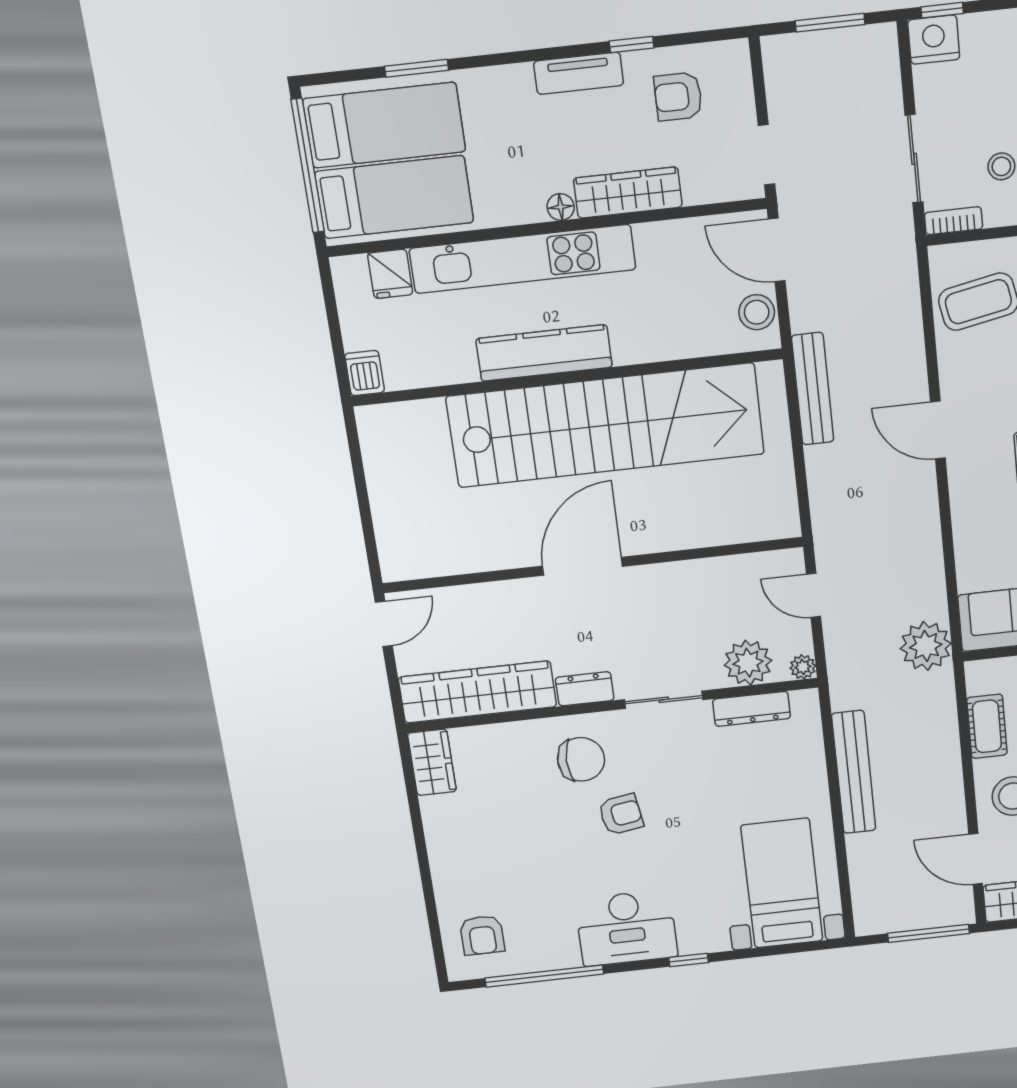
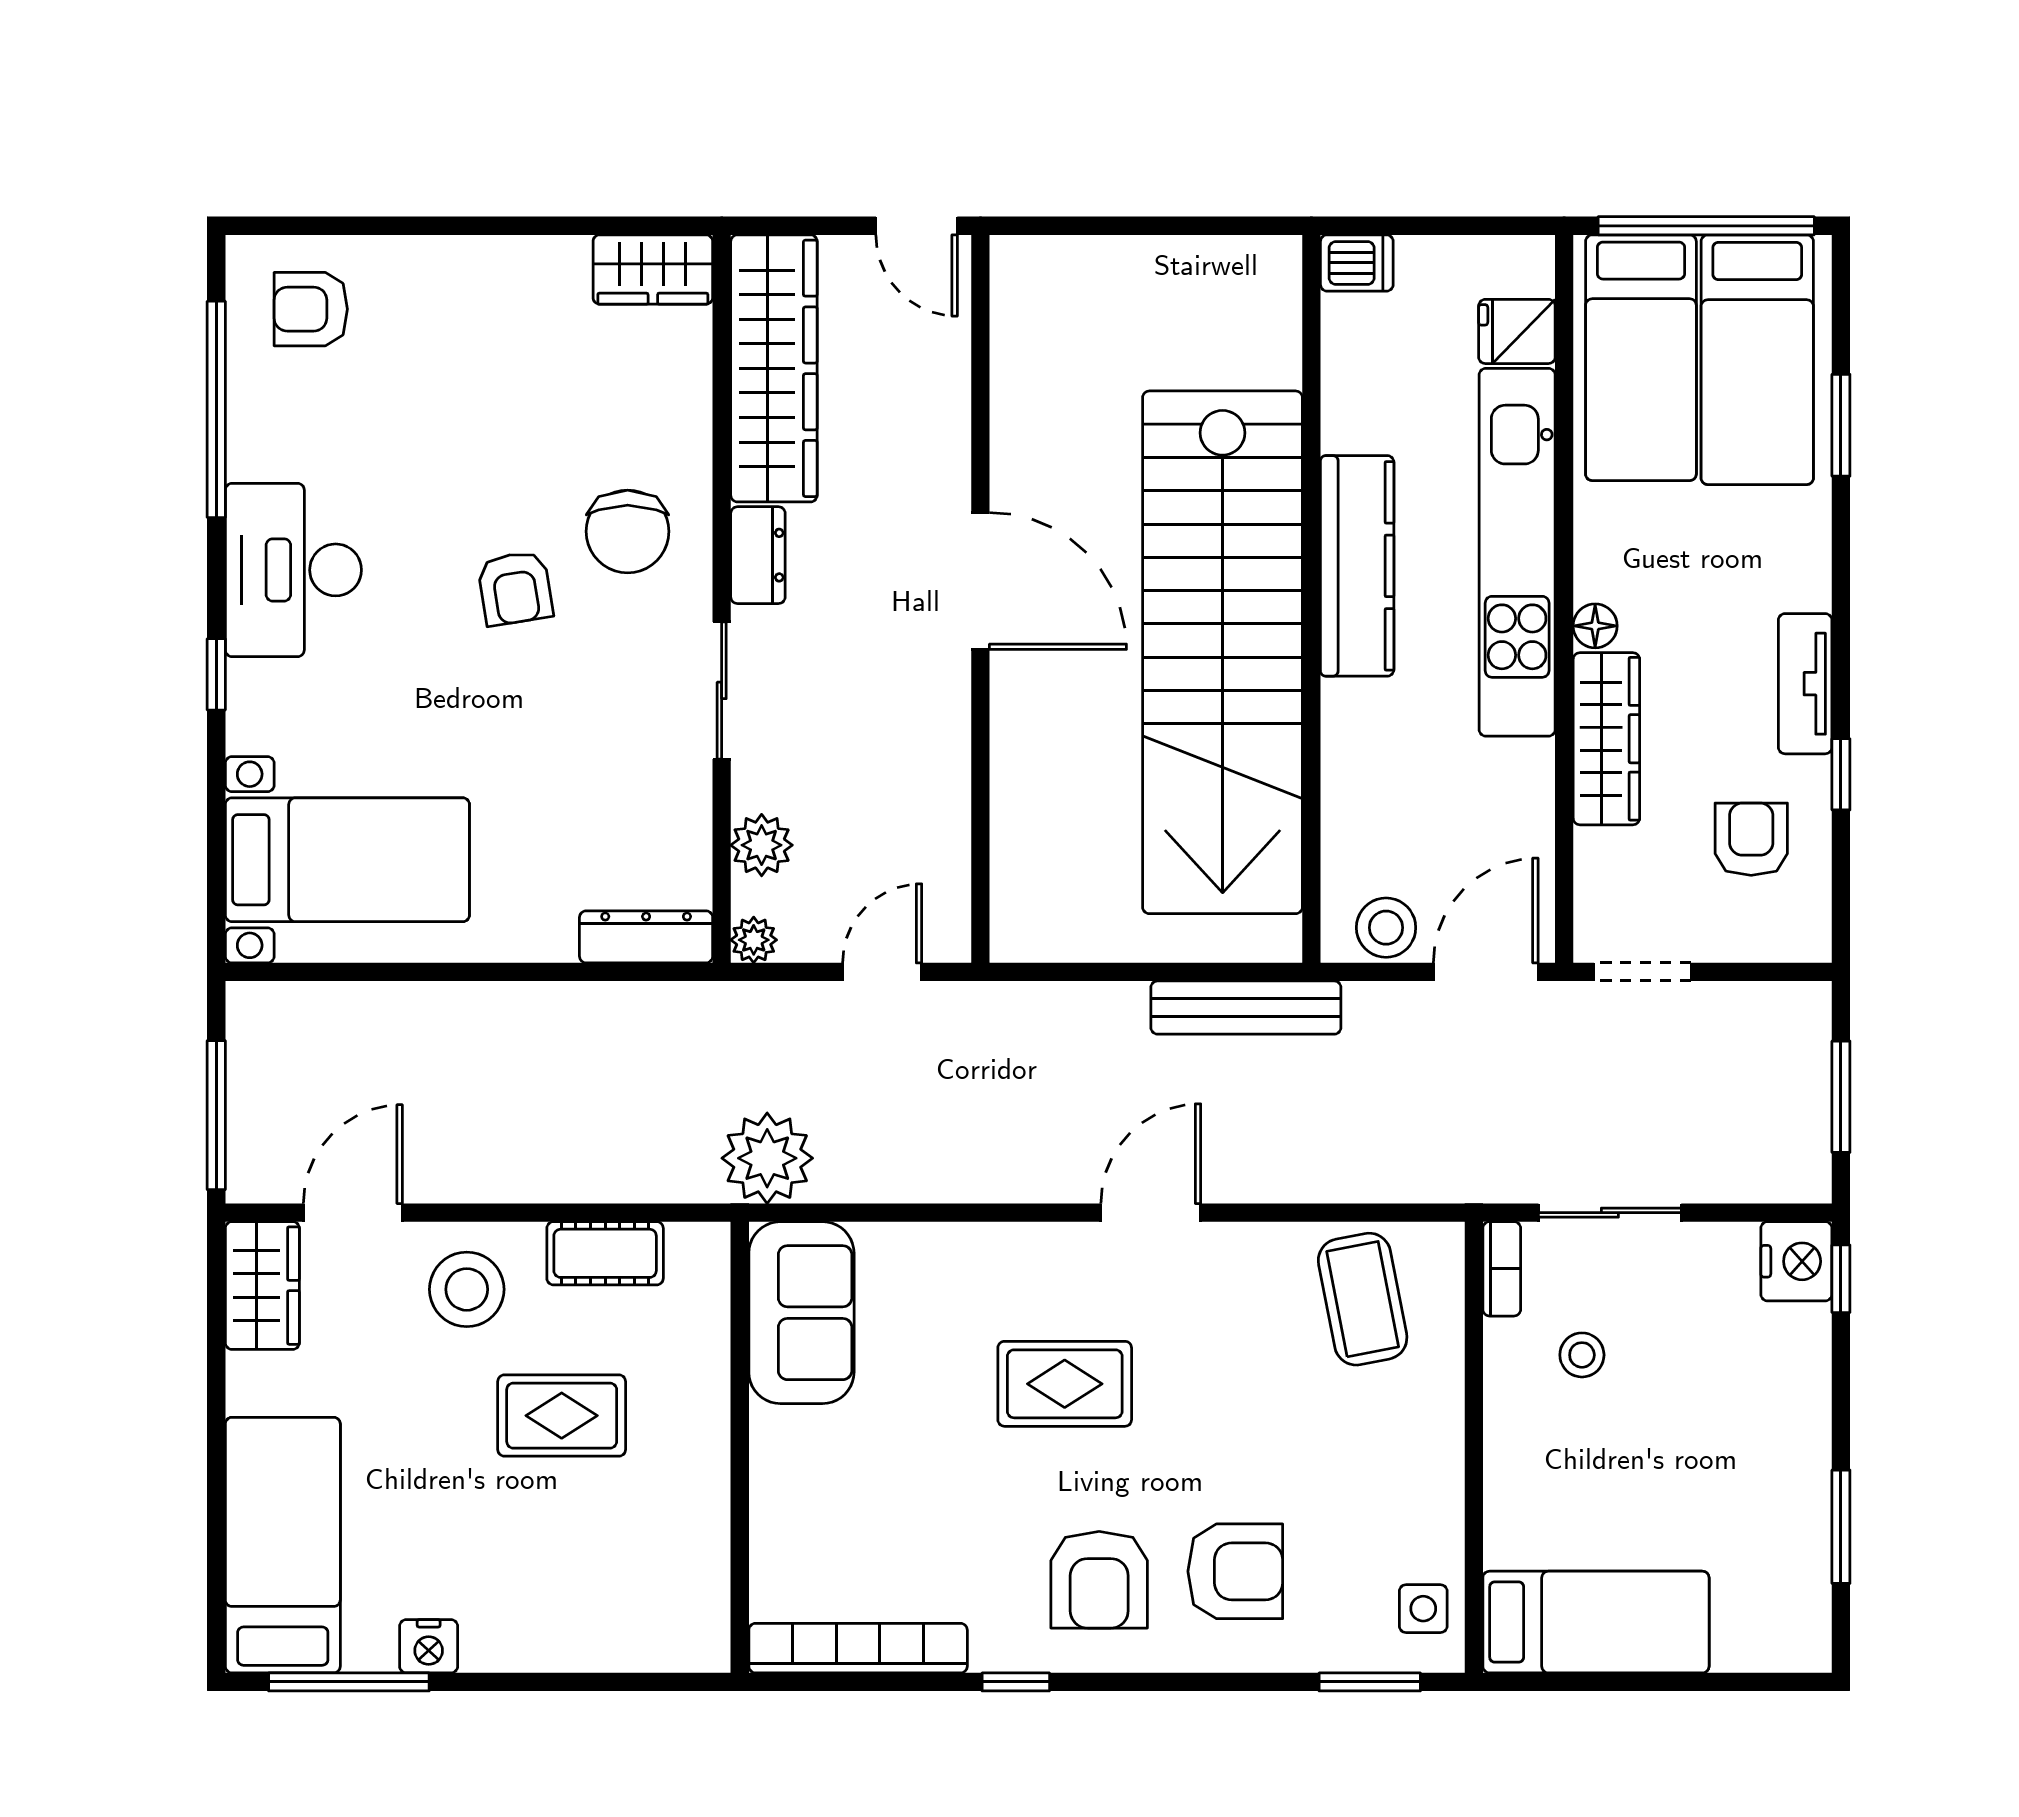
plant: (748, 663) -> (762, 845), width x0.73, depth x0.73
dresser: (752, 709) -> (646, 937), moved, turned 90
bench: (854, 772) -> (546, 1010), removed

